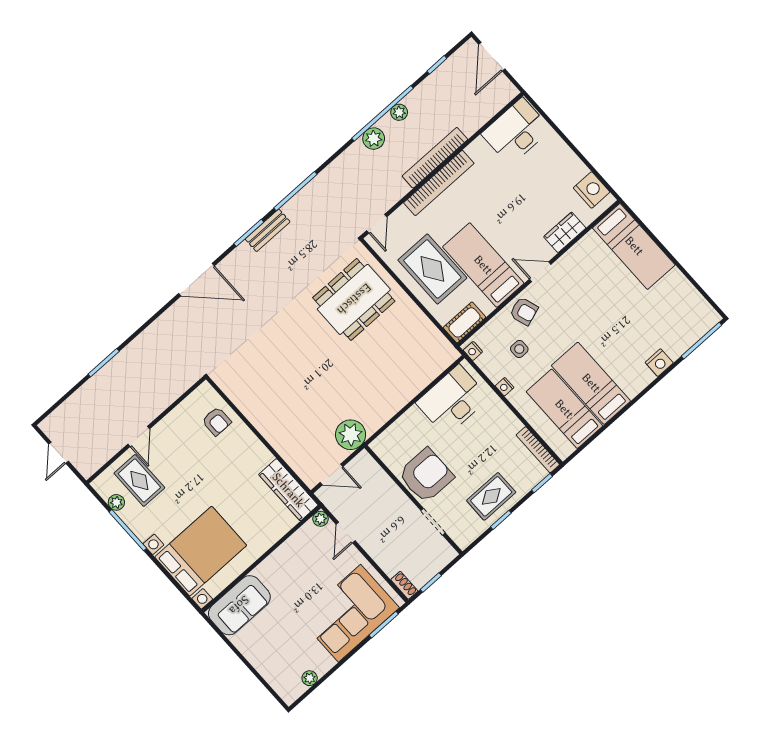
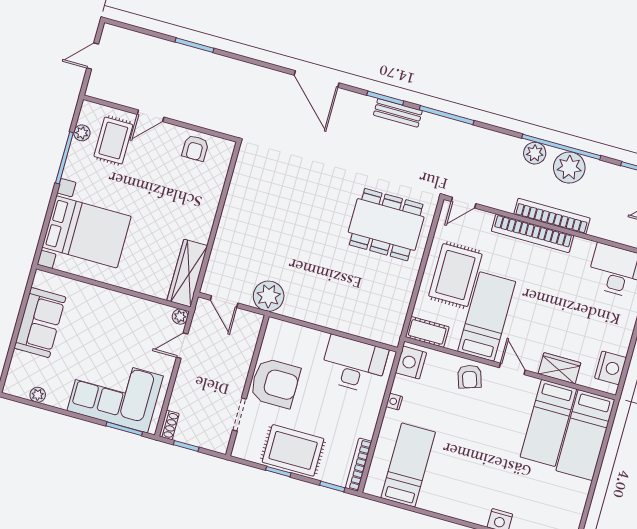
plant: (399, 112) -> (569, 168), width x1.88, depth x1.88
side table: (519, 349) -> (435, 393), removed
nightstand: (473, 351) -> (411, 363), width x1.89, depth x1.79
bed: (591, 383) -> (548, 423), moved, turned 180
armchair: (217, 421) -> (195, 148), moved
rug: (491, 496) -> (293, 450), width x1.36, depth x1.43
sofa: (239, 605) -> (40, 323), moved, turned -90

